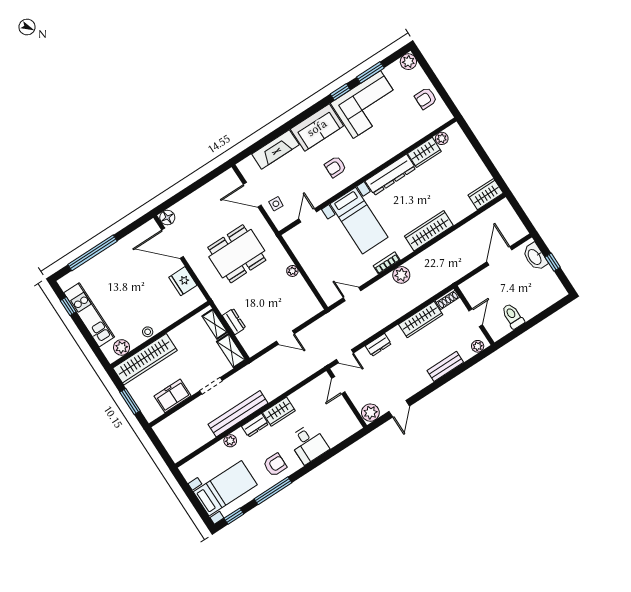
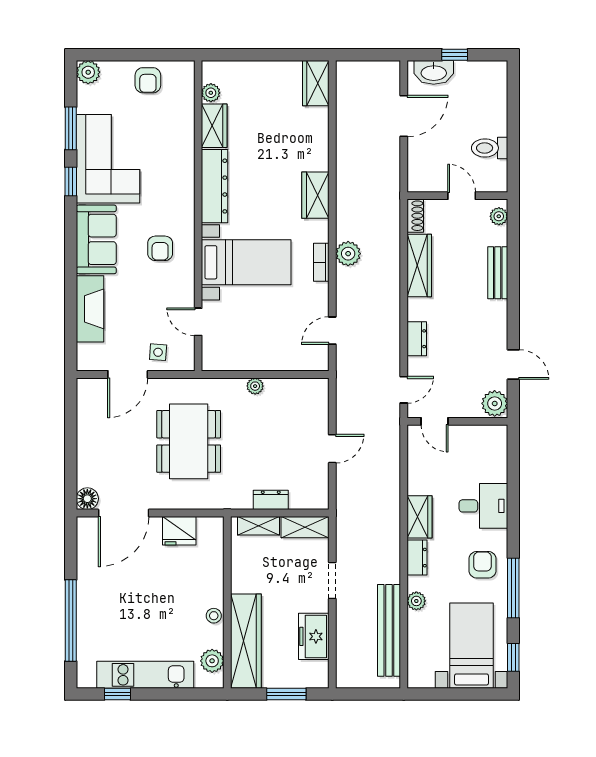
wardrobe: (429, 231) -> (315, 195), width x0.67
door: (499, 256) -> (404, 116), swing flipped
bench: (238, 414) -> (389, 630), moved

